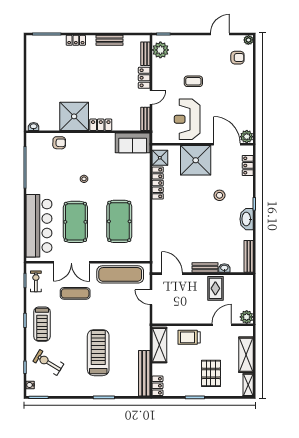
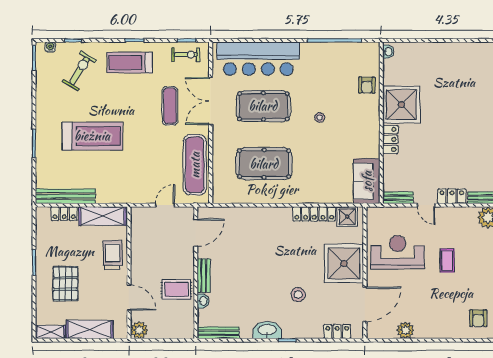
plant: (247, 137) -> (405, 330), moved
pallet: (211, 373) -> (65, 283), turned 90
locker: (157, 386) -> (64, 214), moved

